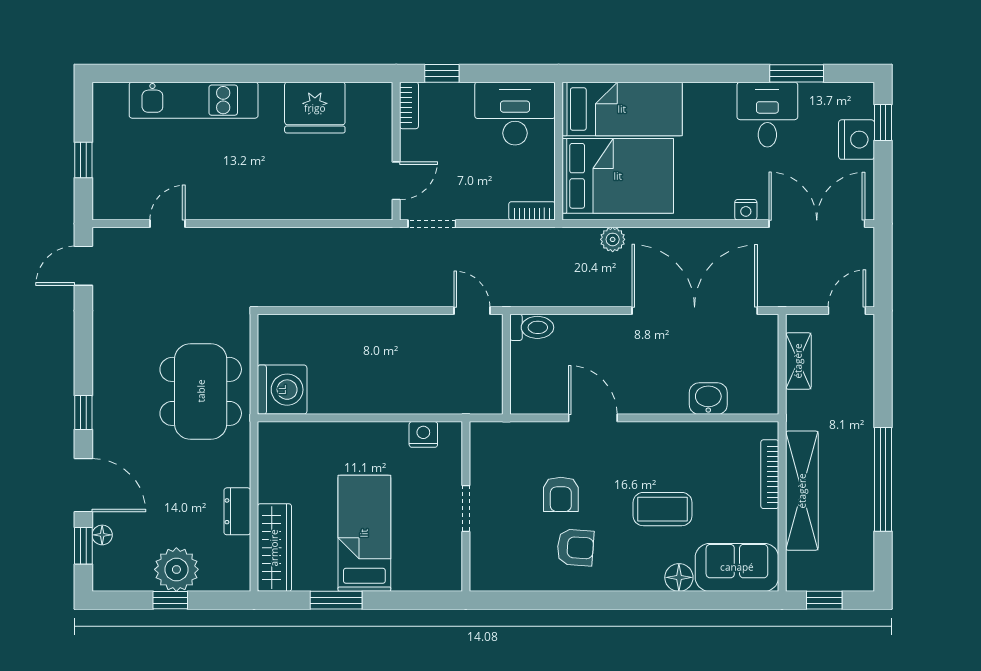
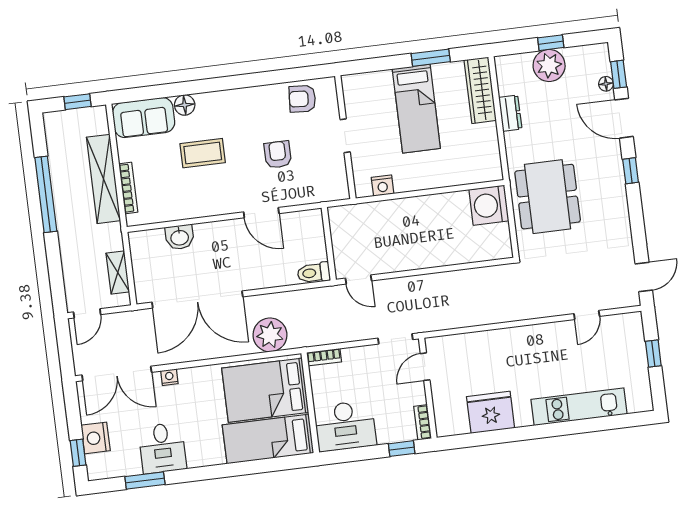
plant: (613, 239) -> (270, 335), width x1.87, depth x1.87
armchair: (575, 547) -> (302, 99), moved

